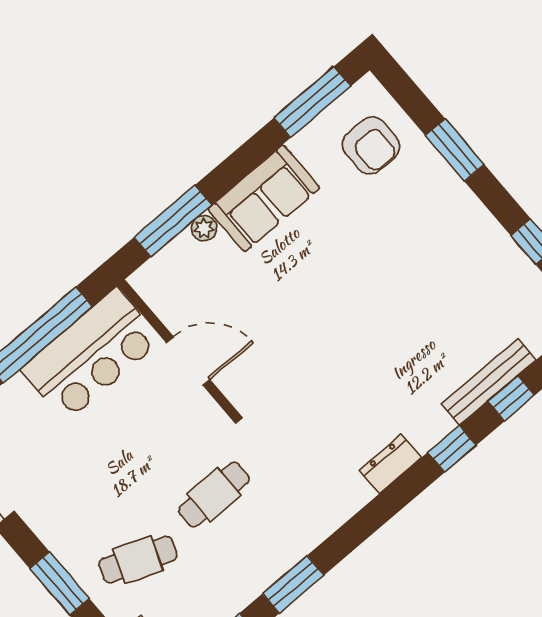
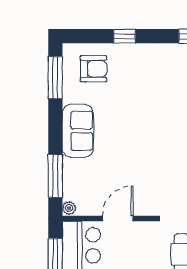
window: (455, 150) -> (124, 36), width x0.67
plant: (204, 228) -> (69, 208), moved

